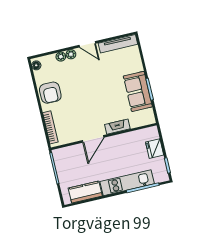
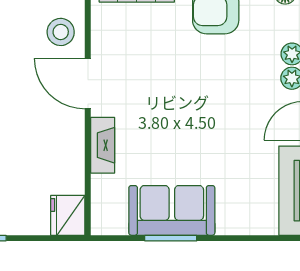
fridge: (155, 149) -> (68, 215), moved, turned -90
stool: (74, 155) -> (61, 32), added

